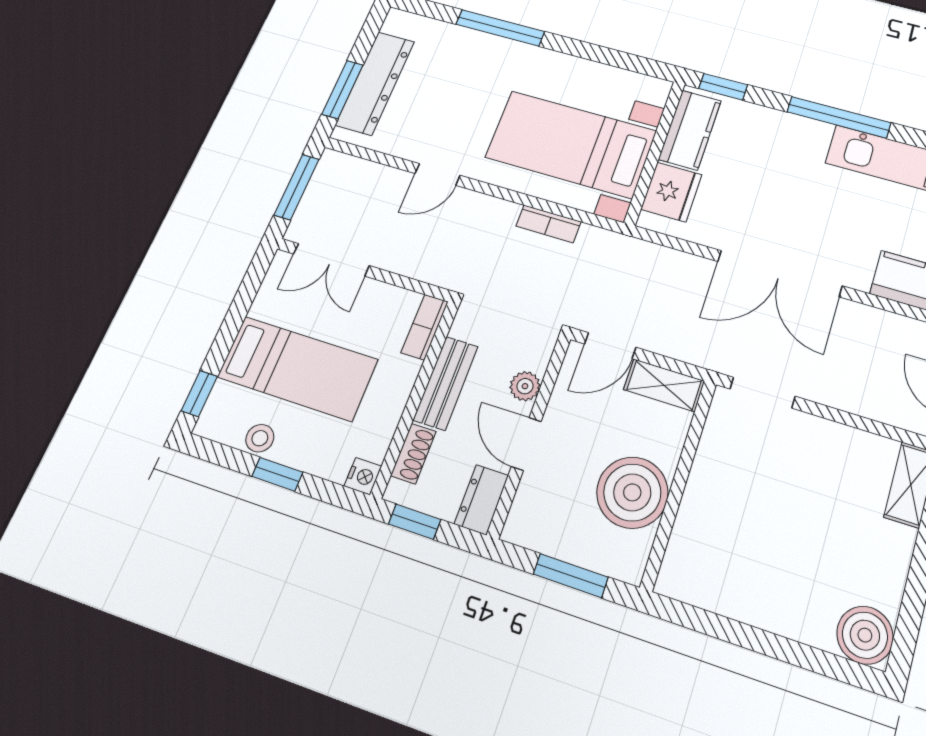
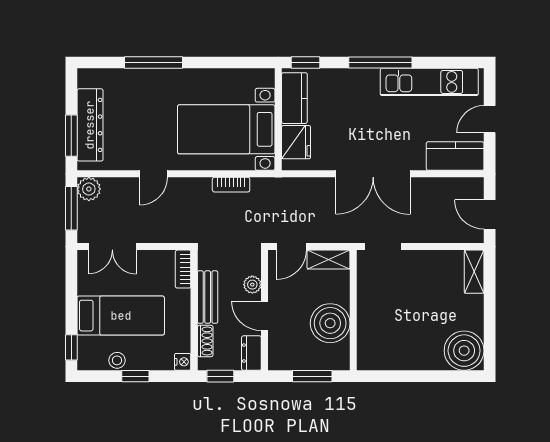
plant: (334, 168) -> (89, 189), added
boiler: (865, 635) -> (464, 351), width x1.37, depth x1.37

